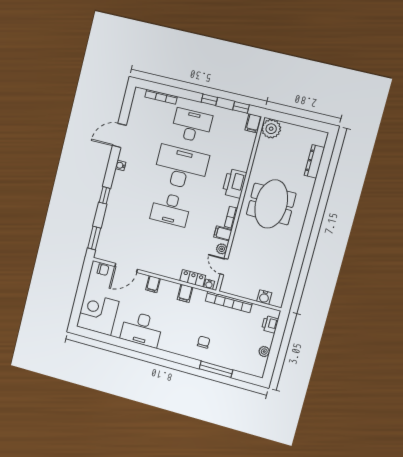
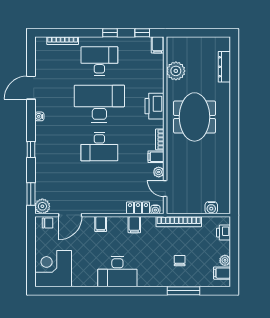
plant: (271, 129) -> (176, 71), moved
plant: (102, 252) -> (42, 206), added
desk: (142, 329) -> (117, 272), moved
chair: (204, 342) -> (180, 261), moved
filing cabinet: (258, 363) -> (222, 273), added

